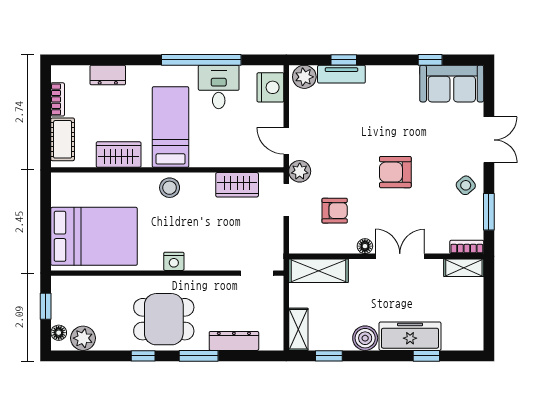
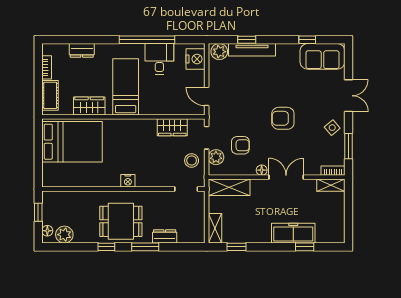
tv unit: (341, 74) -> (252, 50), width x1.41
plant: (300, 171) -> (216, 157), moved
stool: (170, 188) -> (192, 161), moved
bed: (94, 236) -> (72, 142), moved
boiler: (365, 338) -> (262, 235), removed
dresser: (234, 341) -> (165, 236), width x0.70

